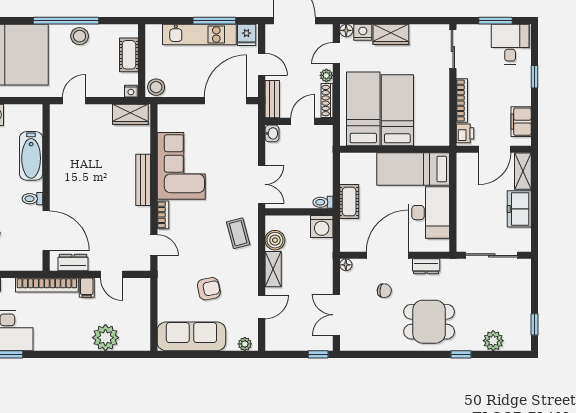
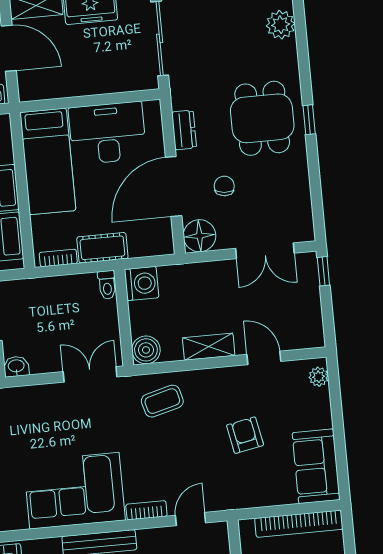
bookcase: (345, 170) -> (58, 258), added
boiler: (275, 240) -> (146, 350), moved
door: (387, 255) -> (174, 187), hinge flipped
floor lamp: (346, 265) -> (199, 236), width x1.89, depth x1.89
bookcase: (143, 320) -> (299, 524), added
sofa: (191, 336) -> (316, 466), width x0.73
window: (461, 354) -> (309, 120), moved

